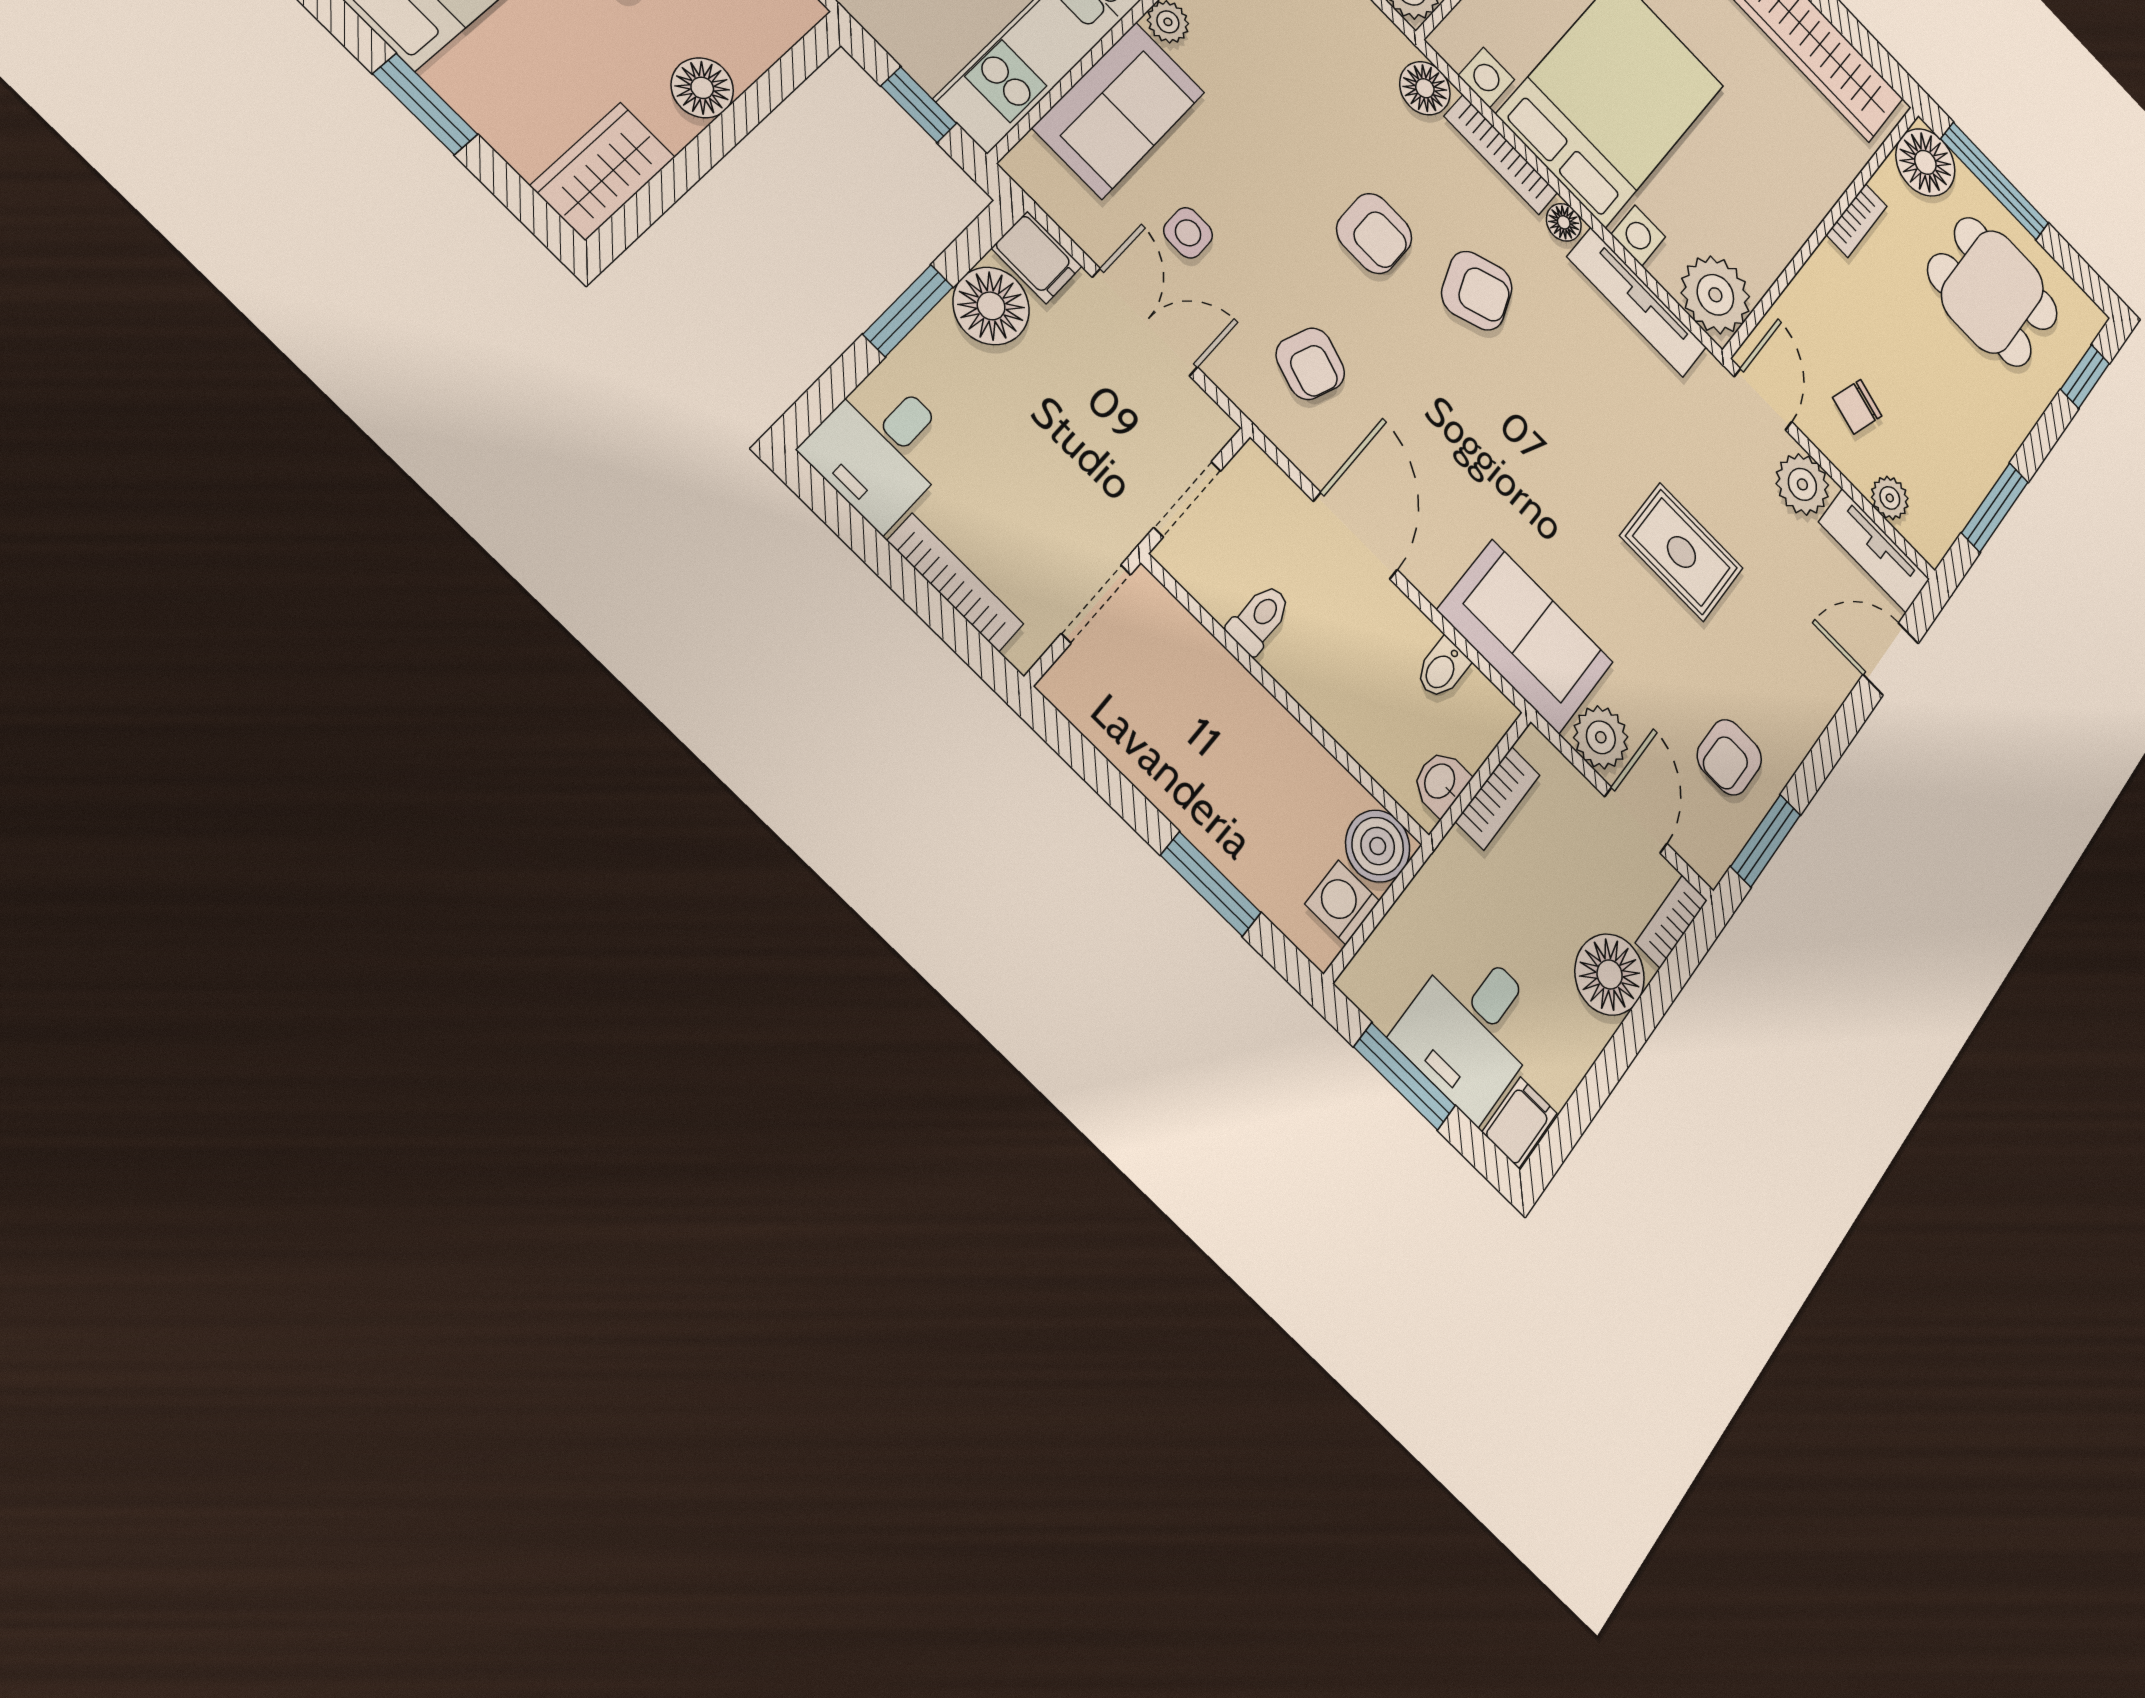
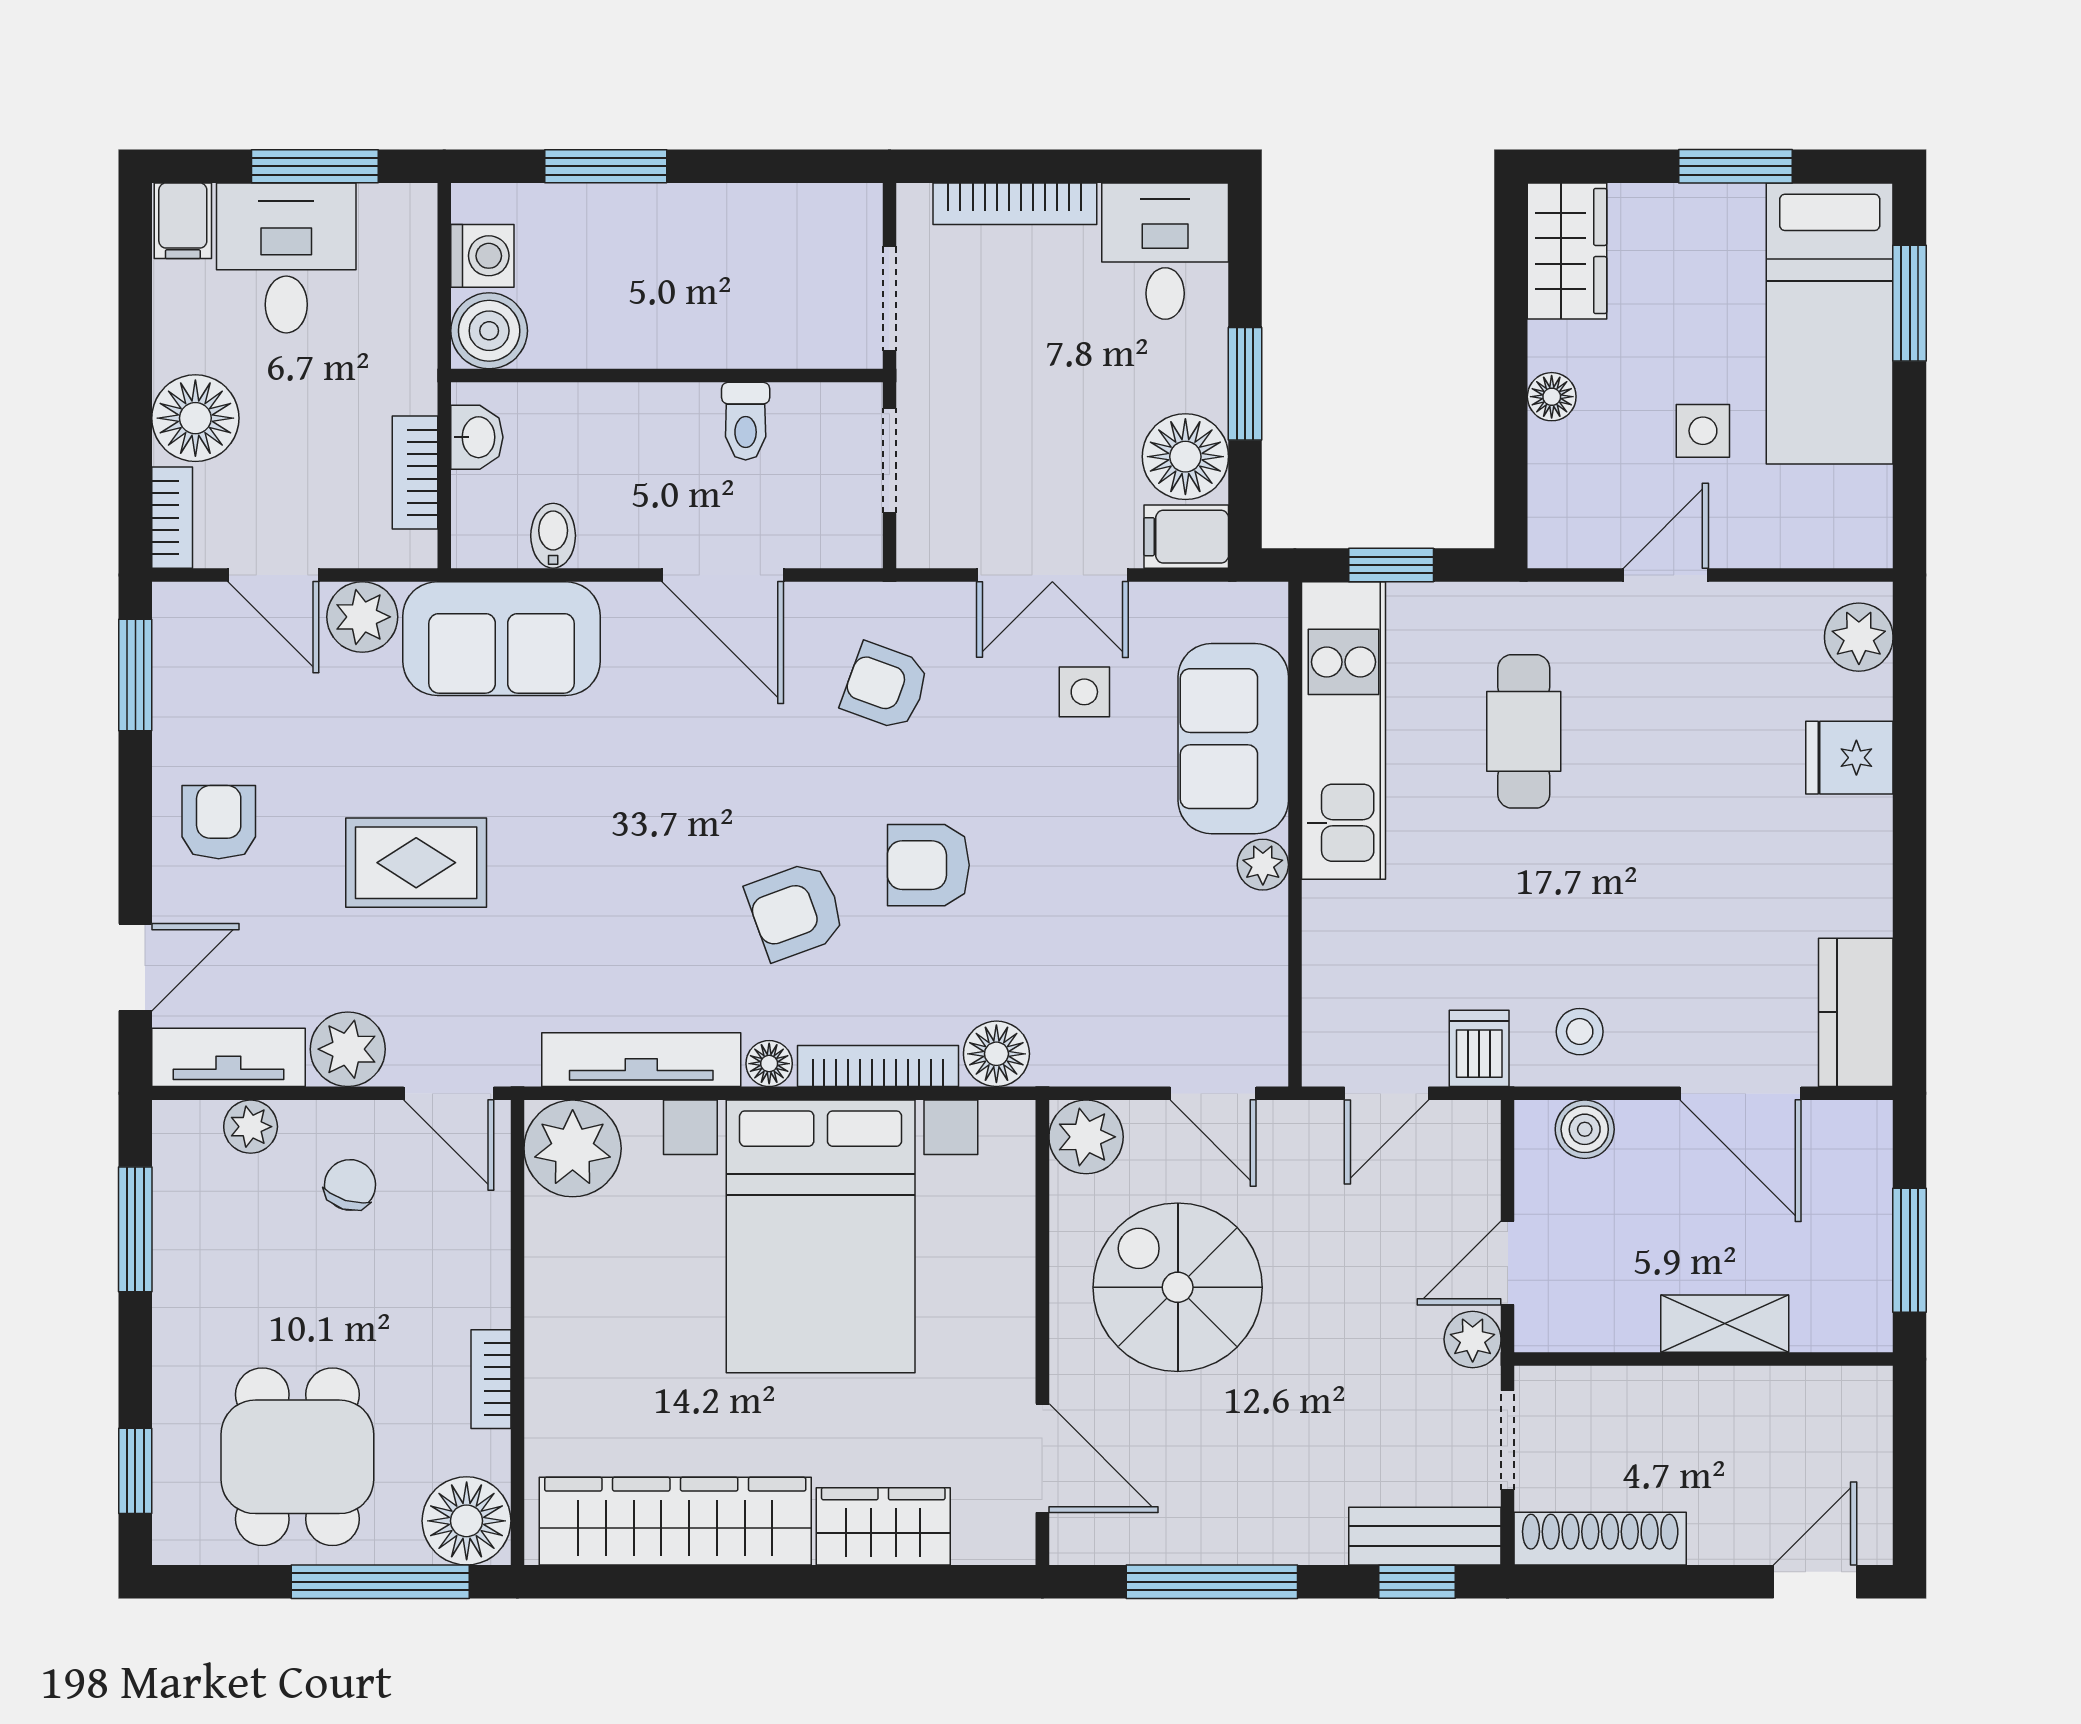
floor lamp: (702, 88) -> (1552, 397), width x0.73, depth x0.73
dining table: (1993, 292) -> (297, 1457), turned 90
armchair: (1729, 757) -> (219, 822), moved

